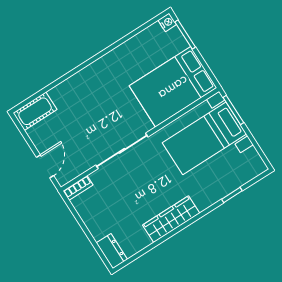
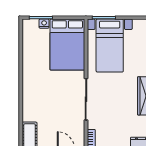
nightstand: (167, 22) -> (44, 24), moved

